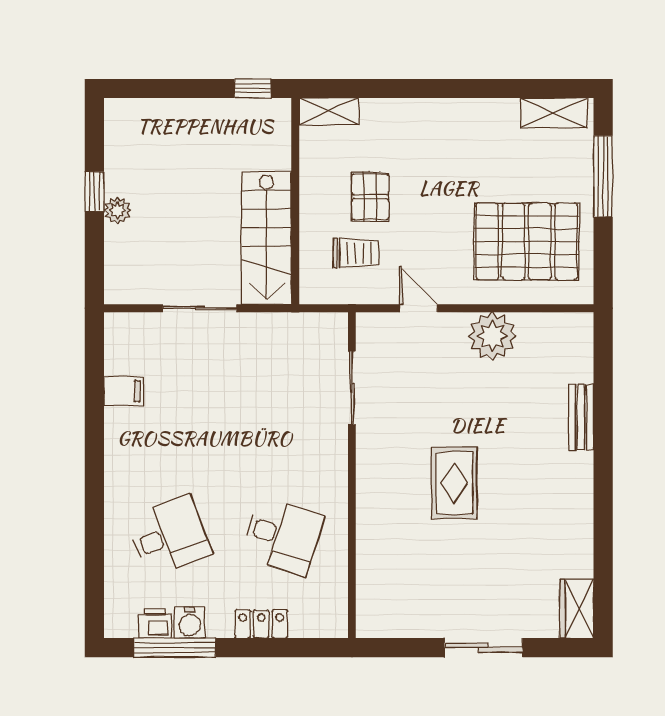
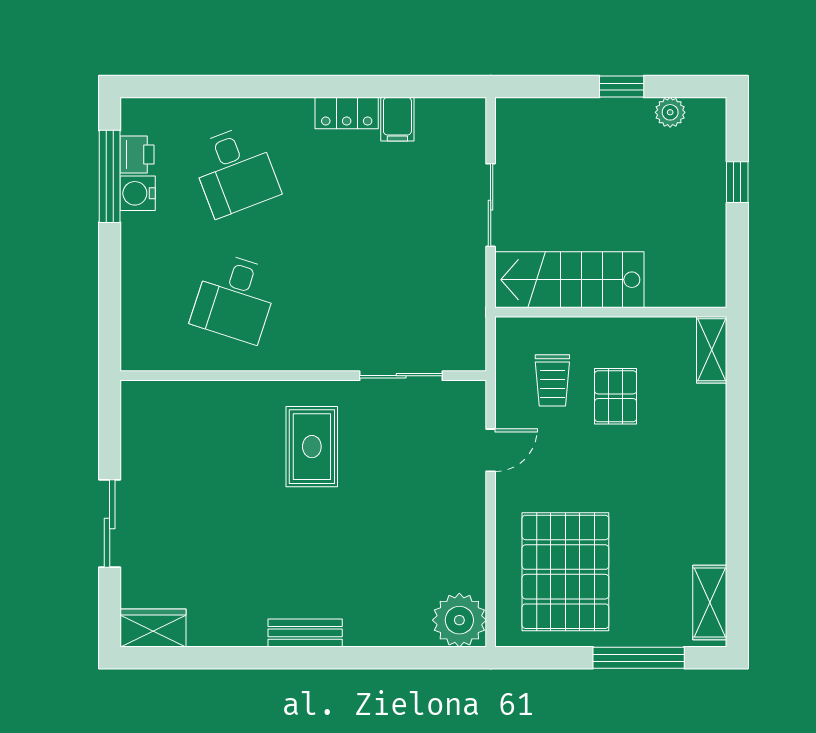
window: (253, 88) -> (737, 182), moved
pallet: (370, 197) -> (616, 396), turned 90
plant: (117, 210) -> (670, 112), moved
plant: (492, 336) -> (459, 620), moved
bench: (581, 417) -> (305, 633), moved
rug: (454, 483) -> (312, 447), moved, turned 90
locker: (261, 624) -> (347, 113), moved, turned 90

